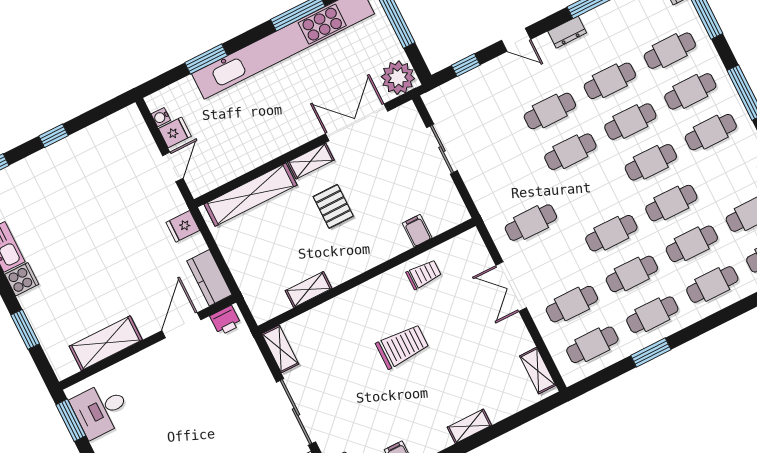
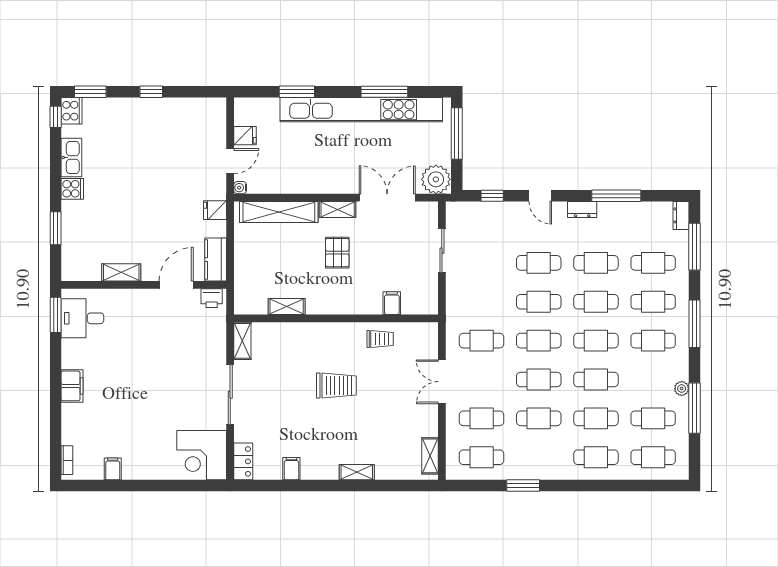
water cooler: (161, 117) -> (240, 188), moved
cafe table: (652, 315) -> (539, 341), moved
shelving: (106, 343) -> (121, 272), width x0.67, depth x0.75

